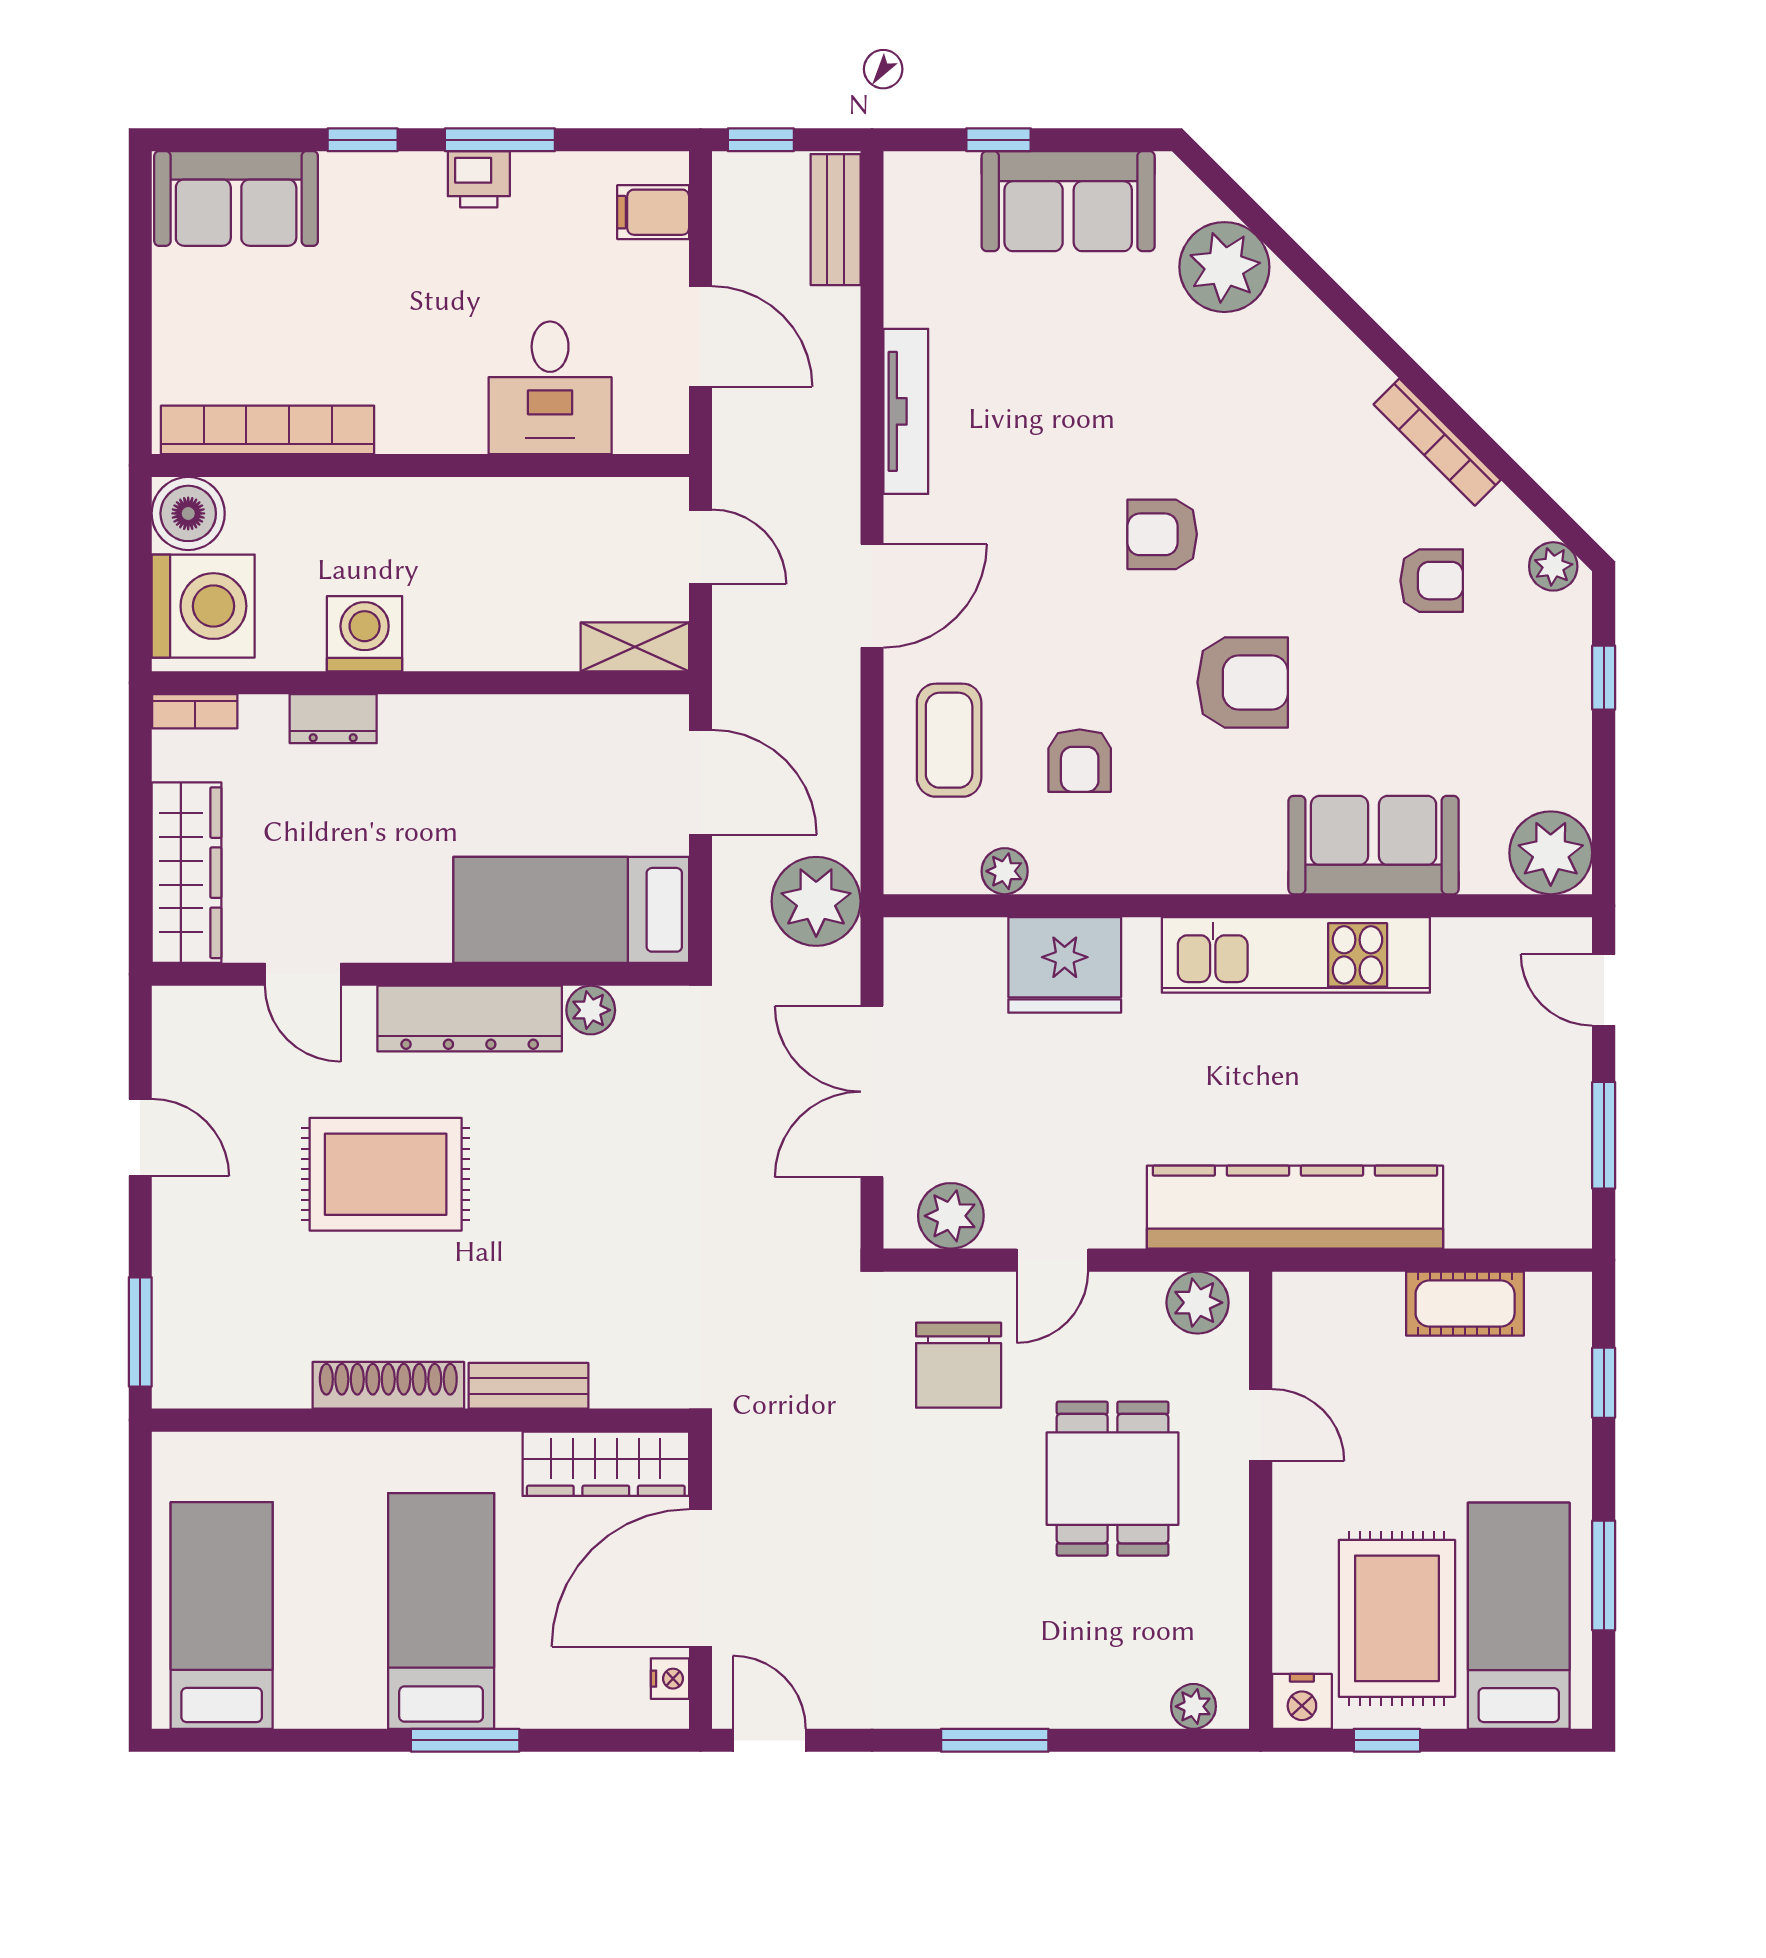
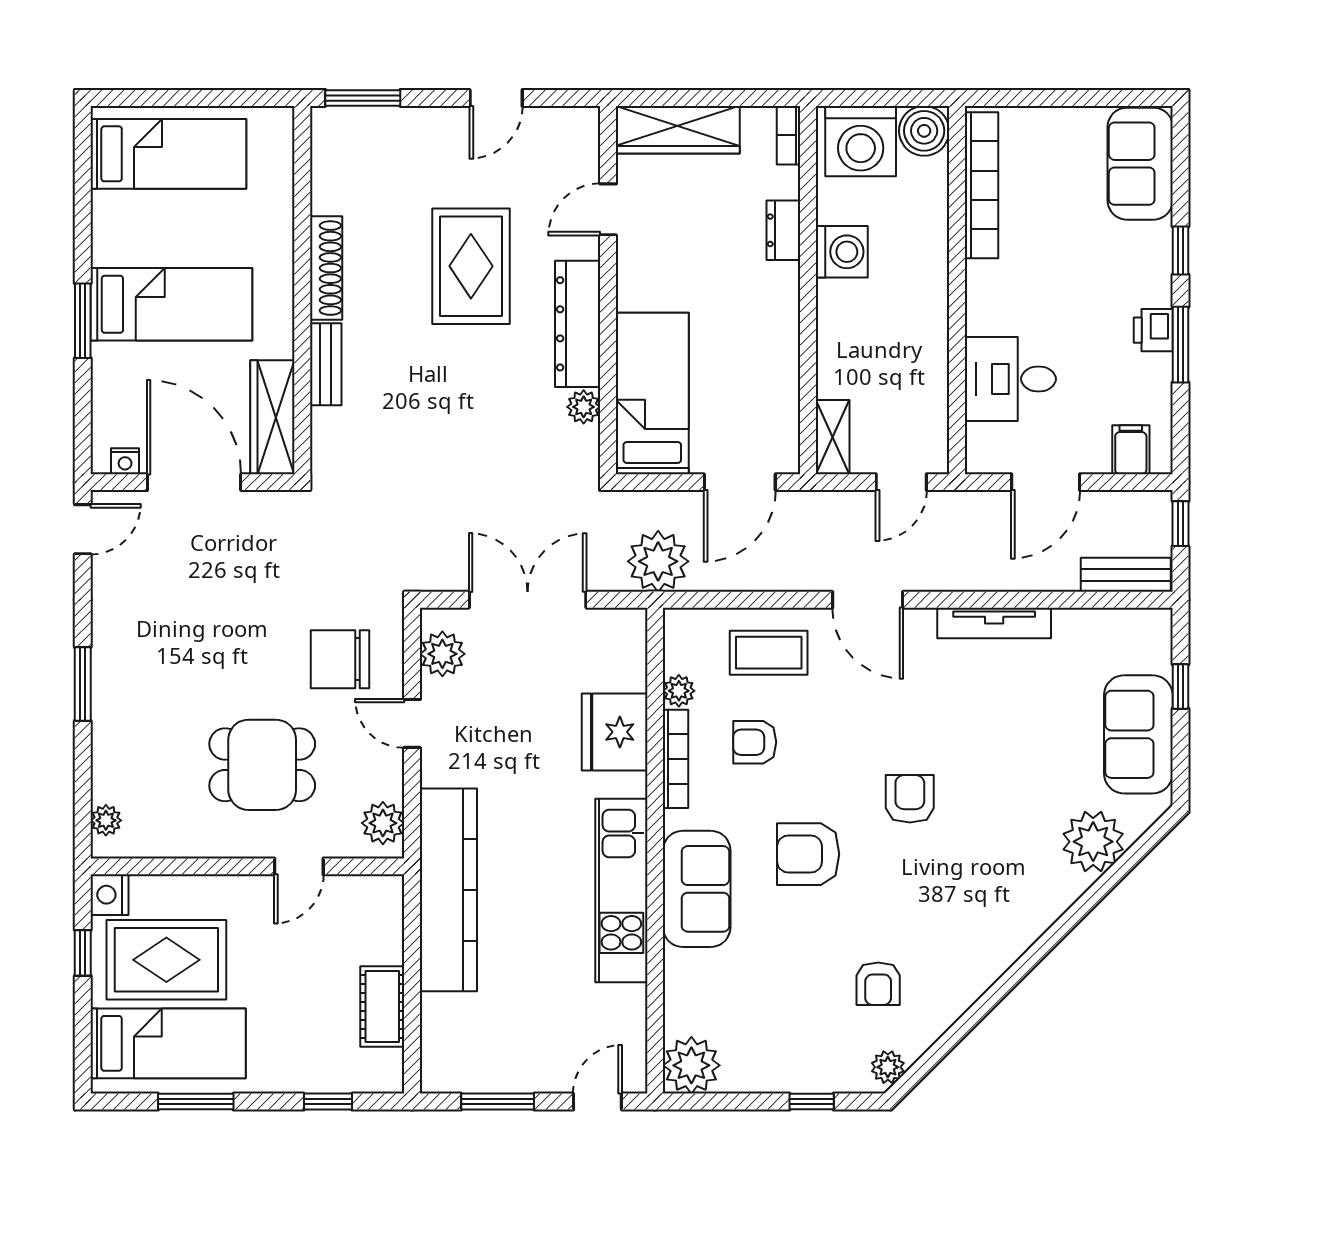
bookcase: (1437, 442) -> (676, 759), moved, turned 135
armchair: (1243, 682) -> (808, 854), turned 90
sofa: (1374, 845) -> (697, 889), moved

